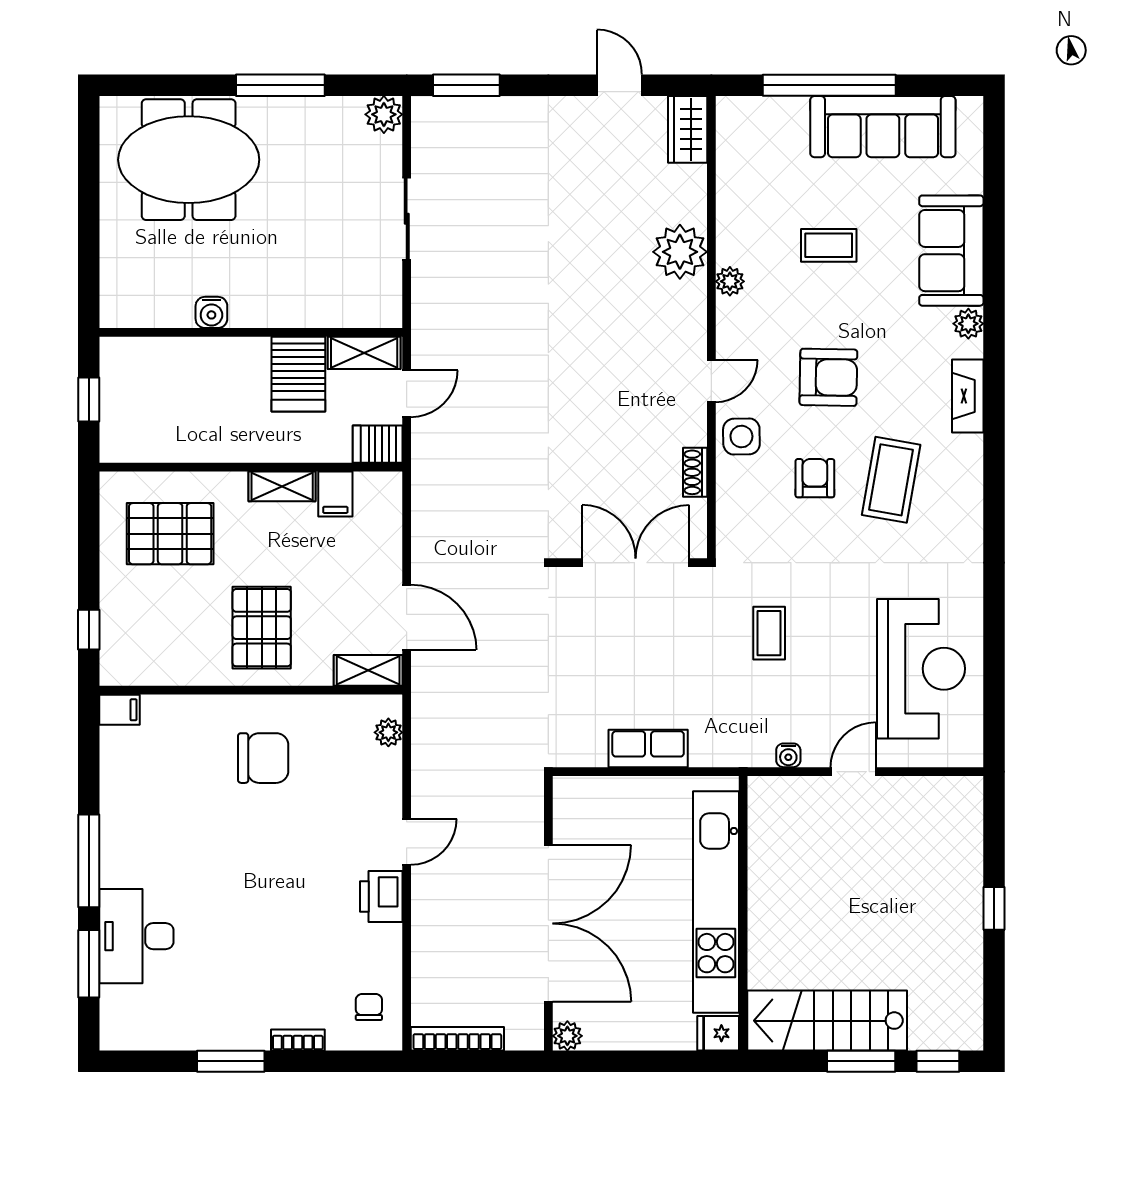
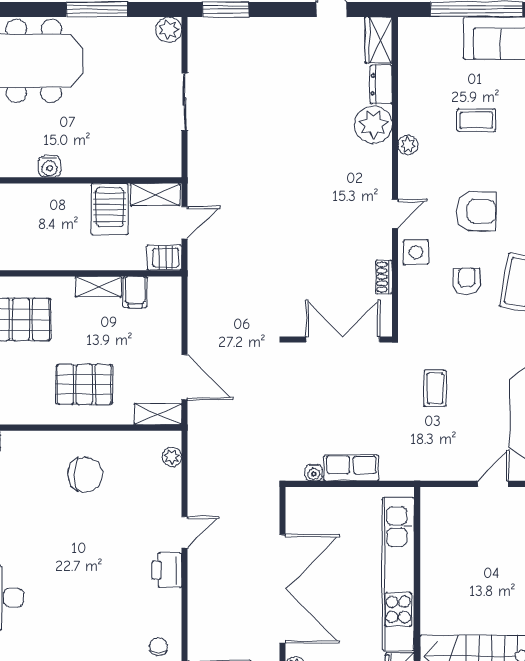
dresser: (691, 194) -> (381, 84), added
pallet: (262, 628) -> (84, 384), turned 90
water cooler: (788, 755) -> (314, 473), moved

